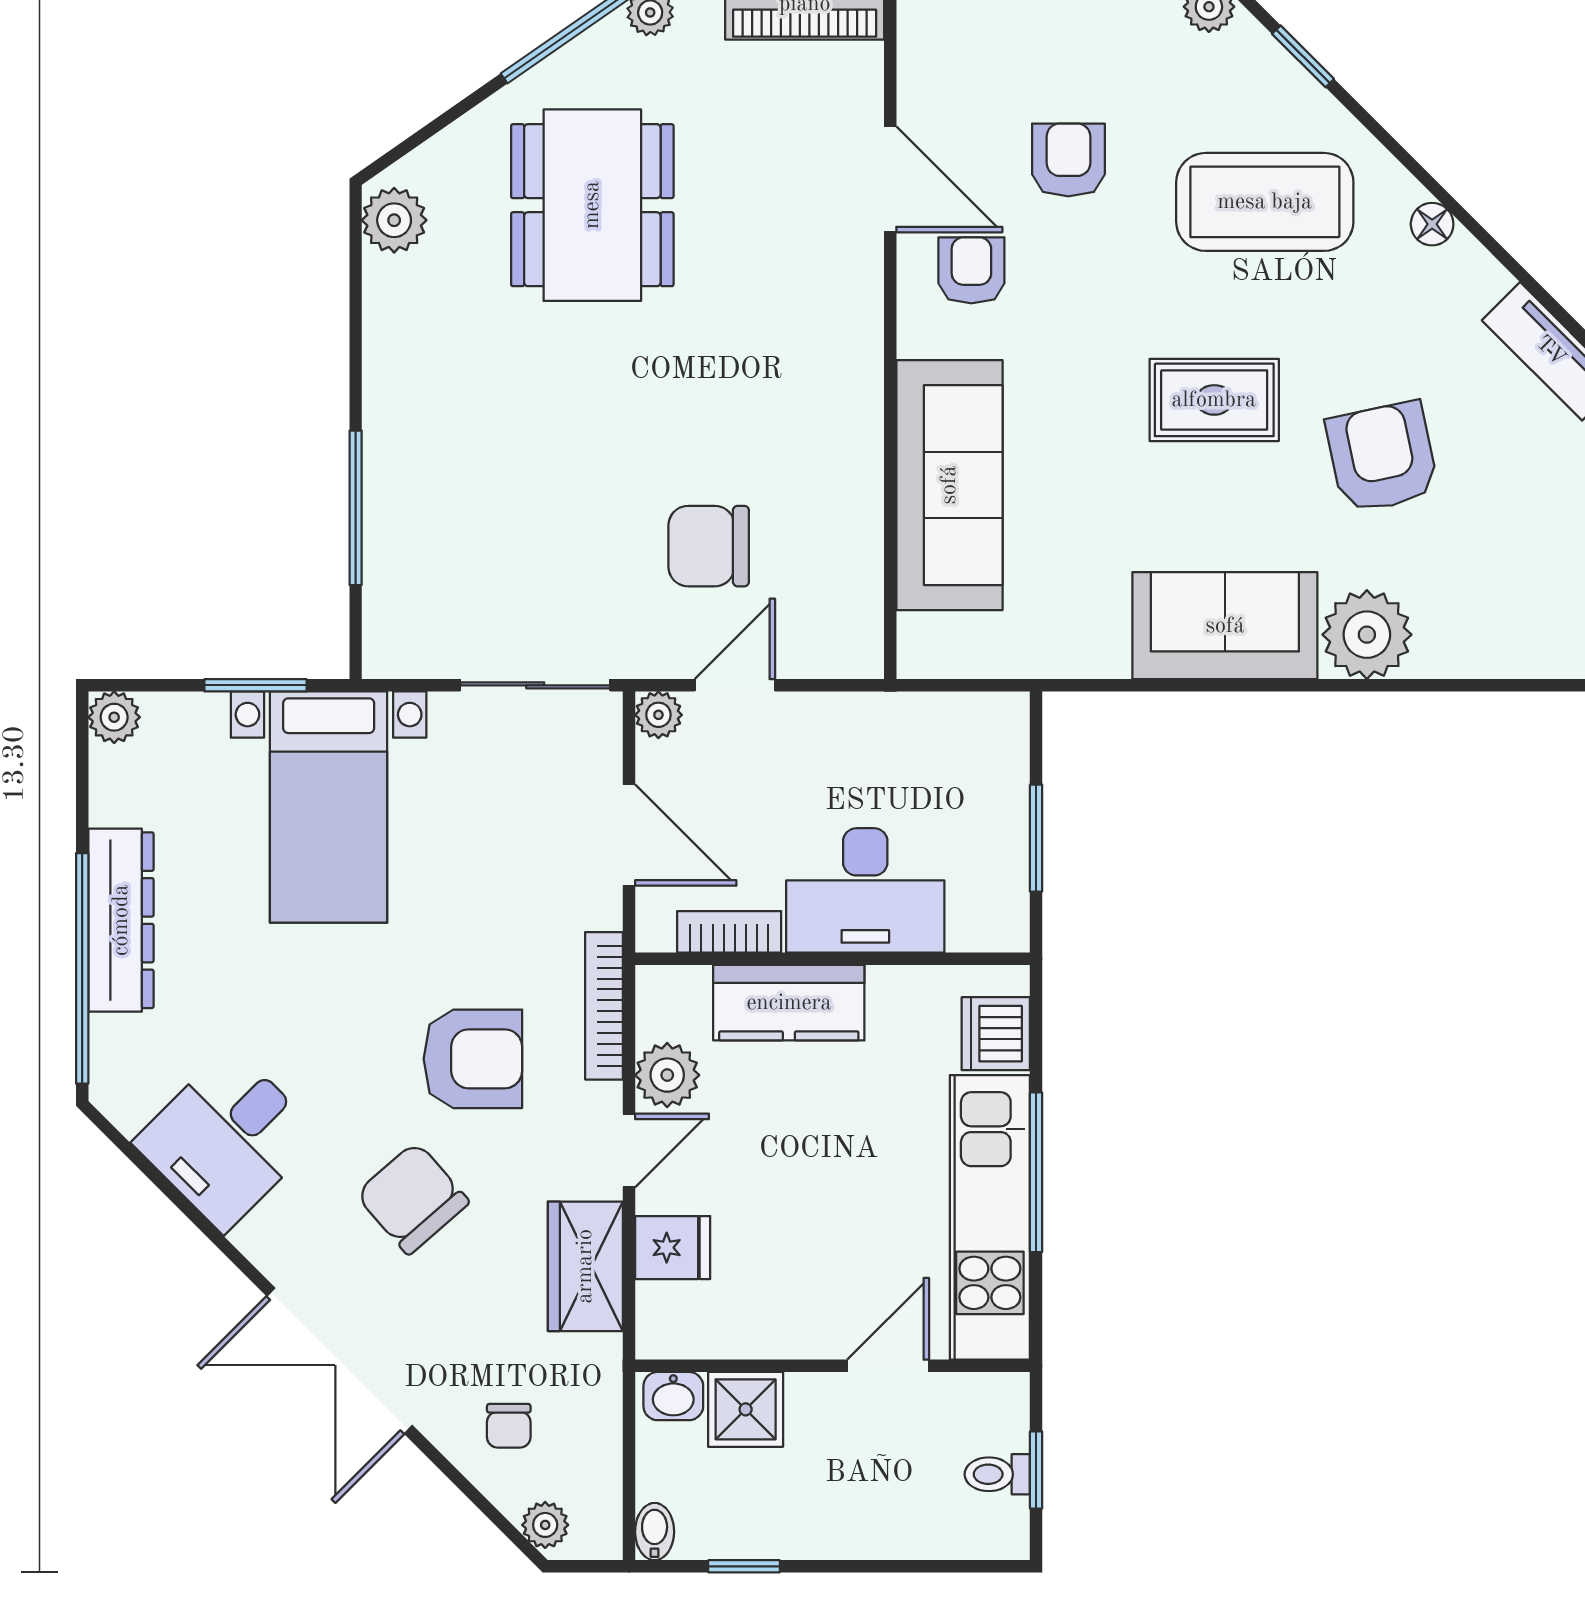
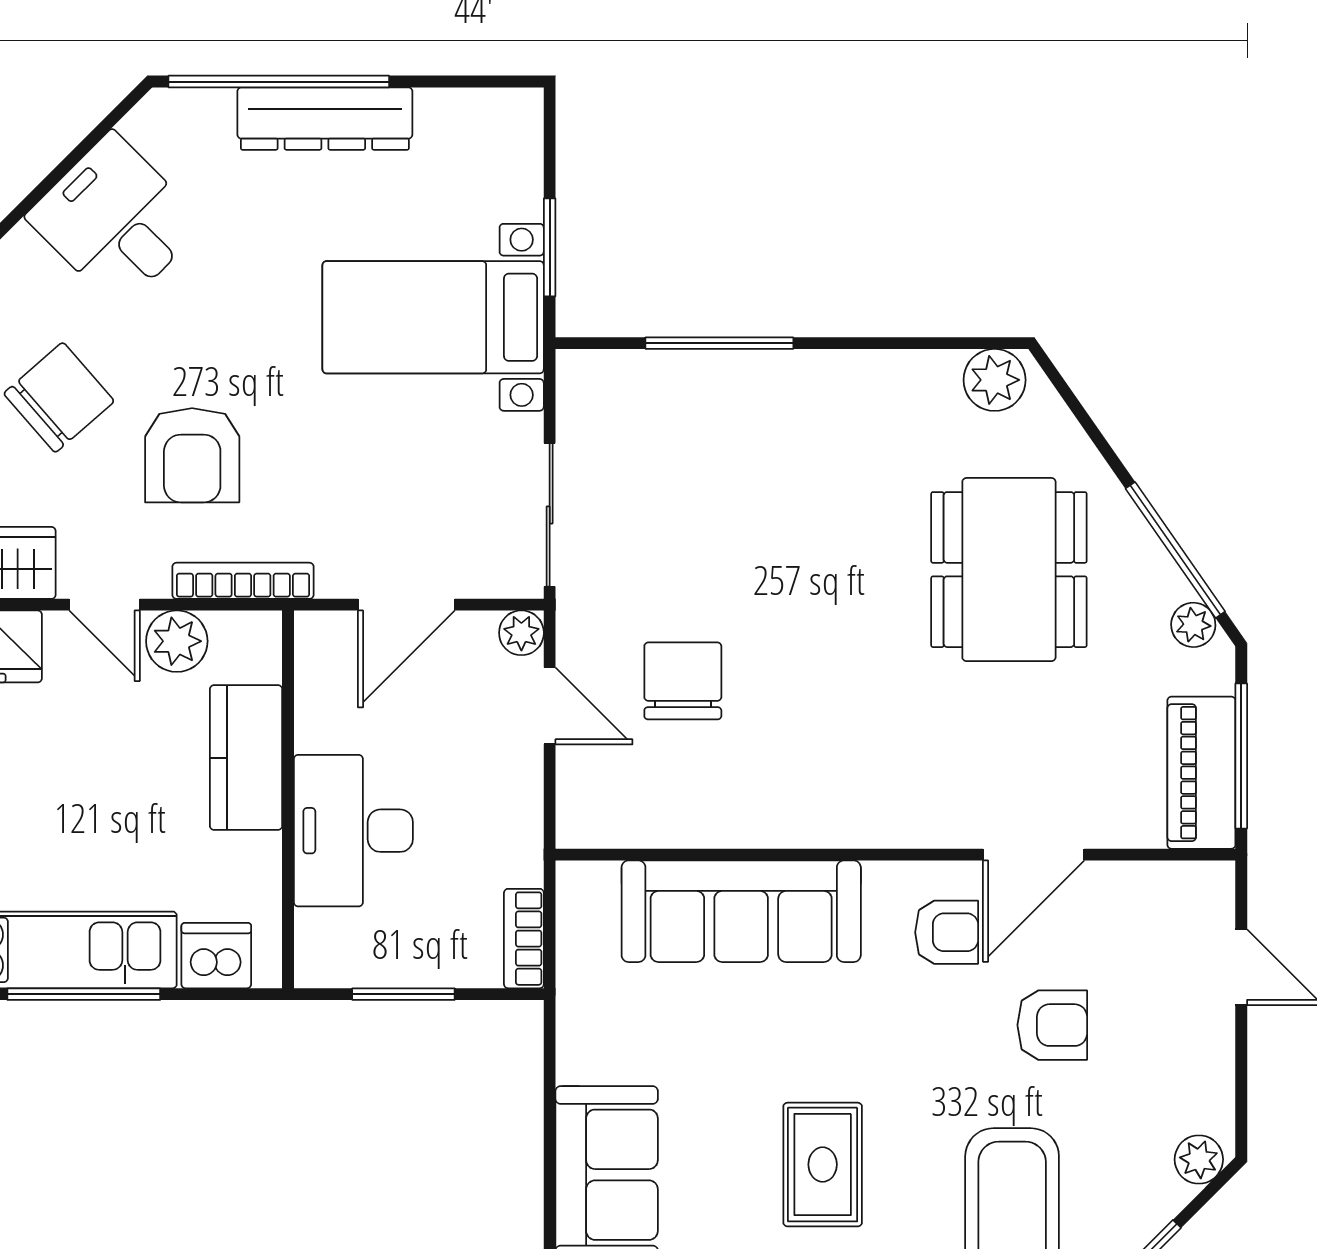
dining table: (592, 205) -> (1009, 570), turned 90
plant: (114, 717) -> (519, 112), removed
bookcase: (729, 932) -> (524, 939), moved, turned 180

